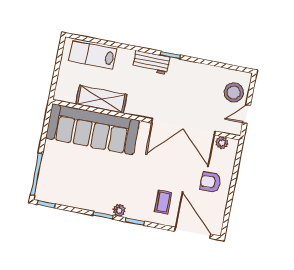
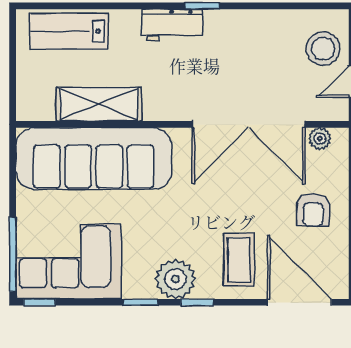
armchair: (210, 182) -> (313, 210), turned -88
corner sofa: (67, 184) -> (68, 262), added
coffee table: (163, 202) -> (239, 260), width x1.36, depth x1.30
plant: (119, 210) -> (175, 279), width x1.88, depth x1.88

